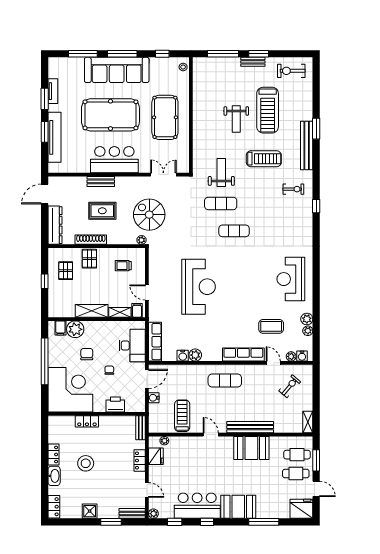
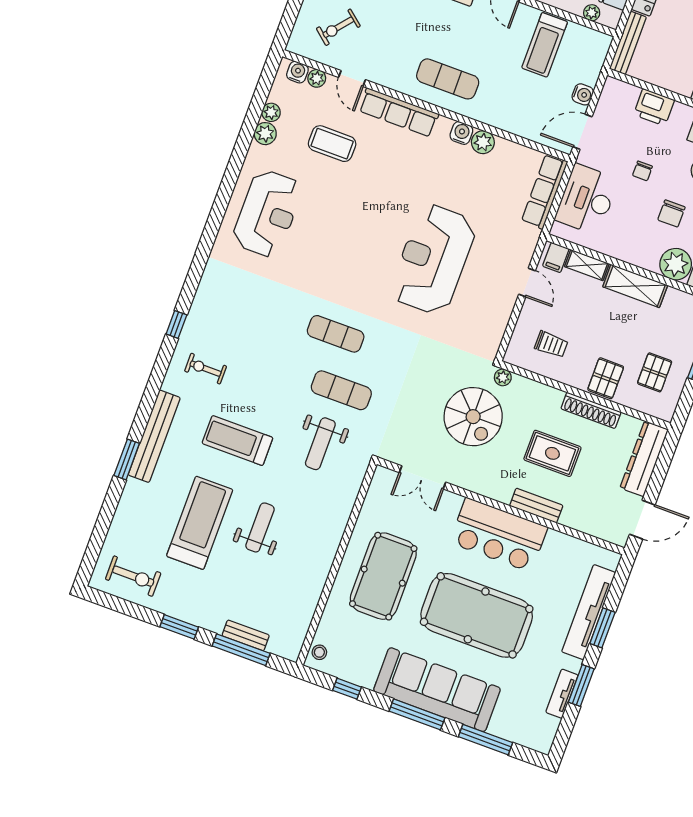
bench: (253, 62) -> (246, 635), moved
water cooler: (183, 356) -> (461, 133), moved
bench: (140, 428) -> (628, 43), width x1.36

